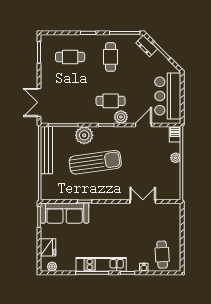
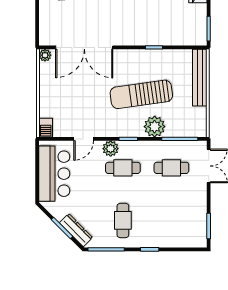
dresser: (147, 46) -> (76, 230), width x1.44
cafe table: (70, 57) -> (171, 168), moved
bench: (46, 150) -> (200, 78), moved
plant: (176, 158) -> (45, 55), moved
double door: (143, 201) -> (84, 47), width x1.87
sofa: (65, 213) -> (178, 33), removed

